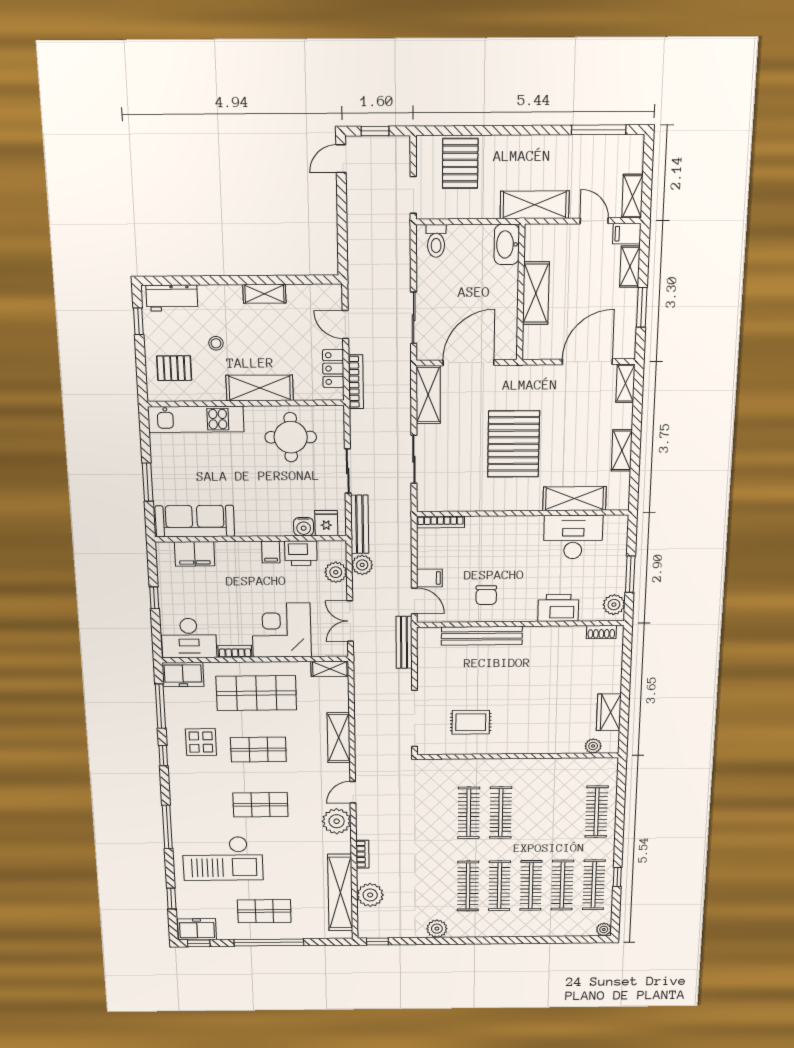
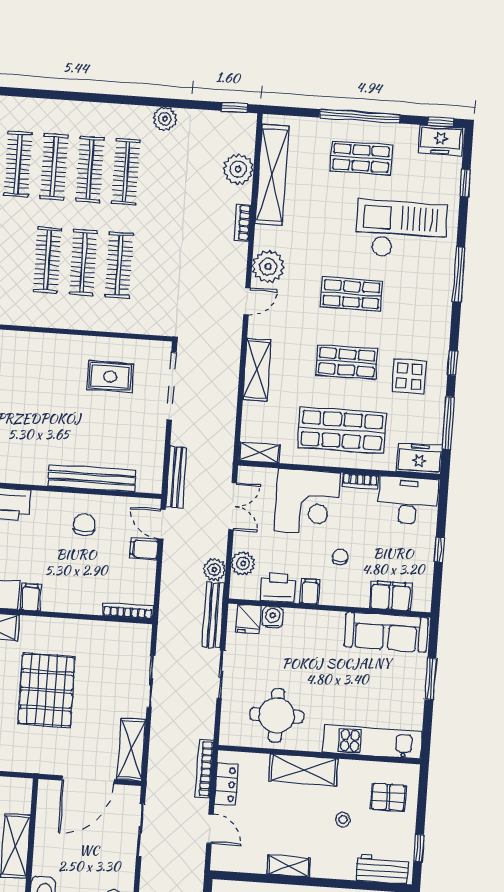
filing cabinet: (533, 528) -> (31, 597), added
chair: (246, 585) -> (340, 557), added
clothes rail: (533, 812) -> (47, 260), added

